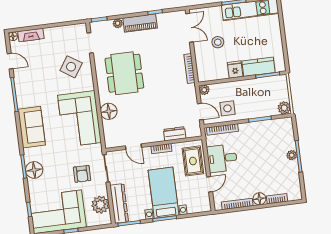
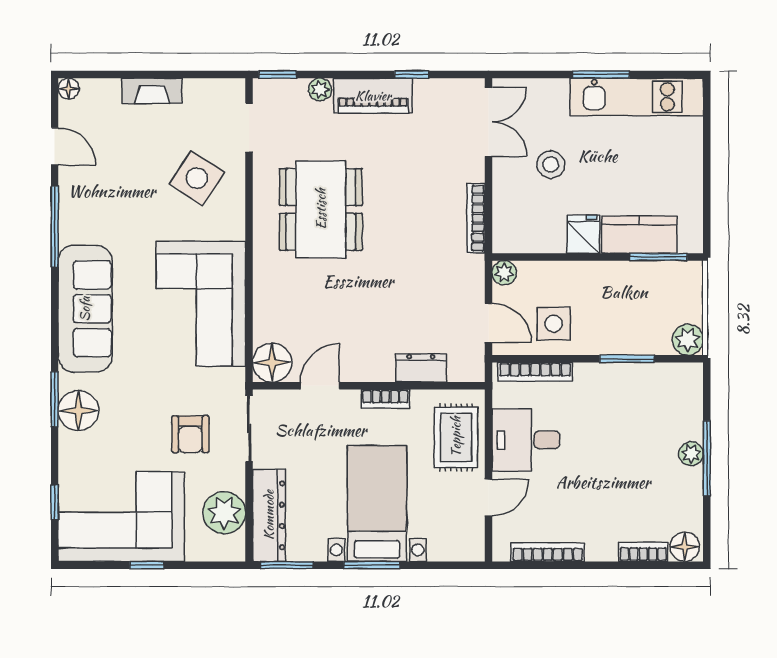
fireplace: (31, 35) -> (152, 91), moved
floor lamp: (109, 111) -> (272, 363), moved
sofa: (32, 127) -> (85, 309), width x1.36
door: (133, 147) -> (320, 386), swing flipped
floor lamp: (259, 199) -> (685, 547), moved

